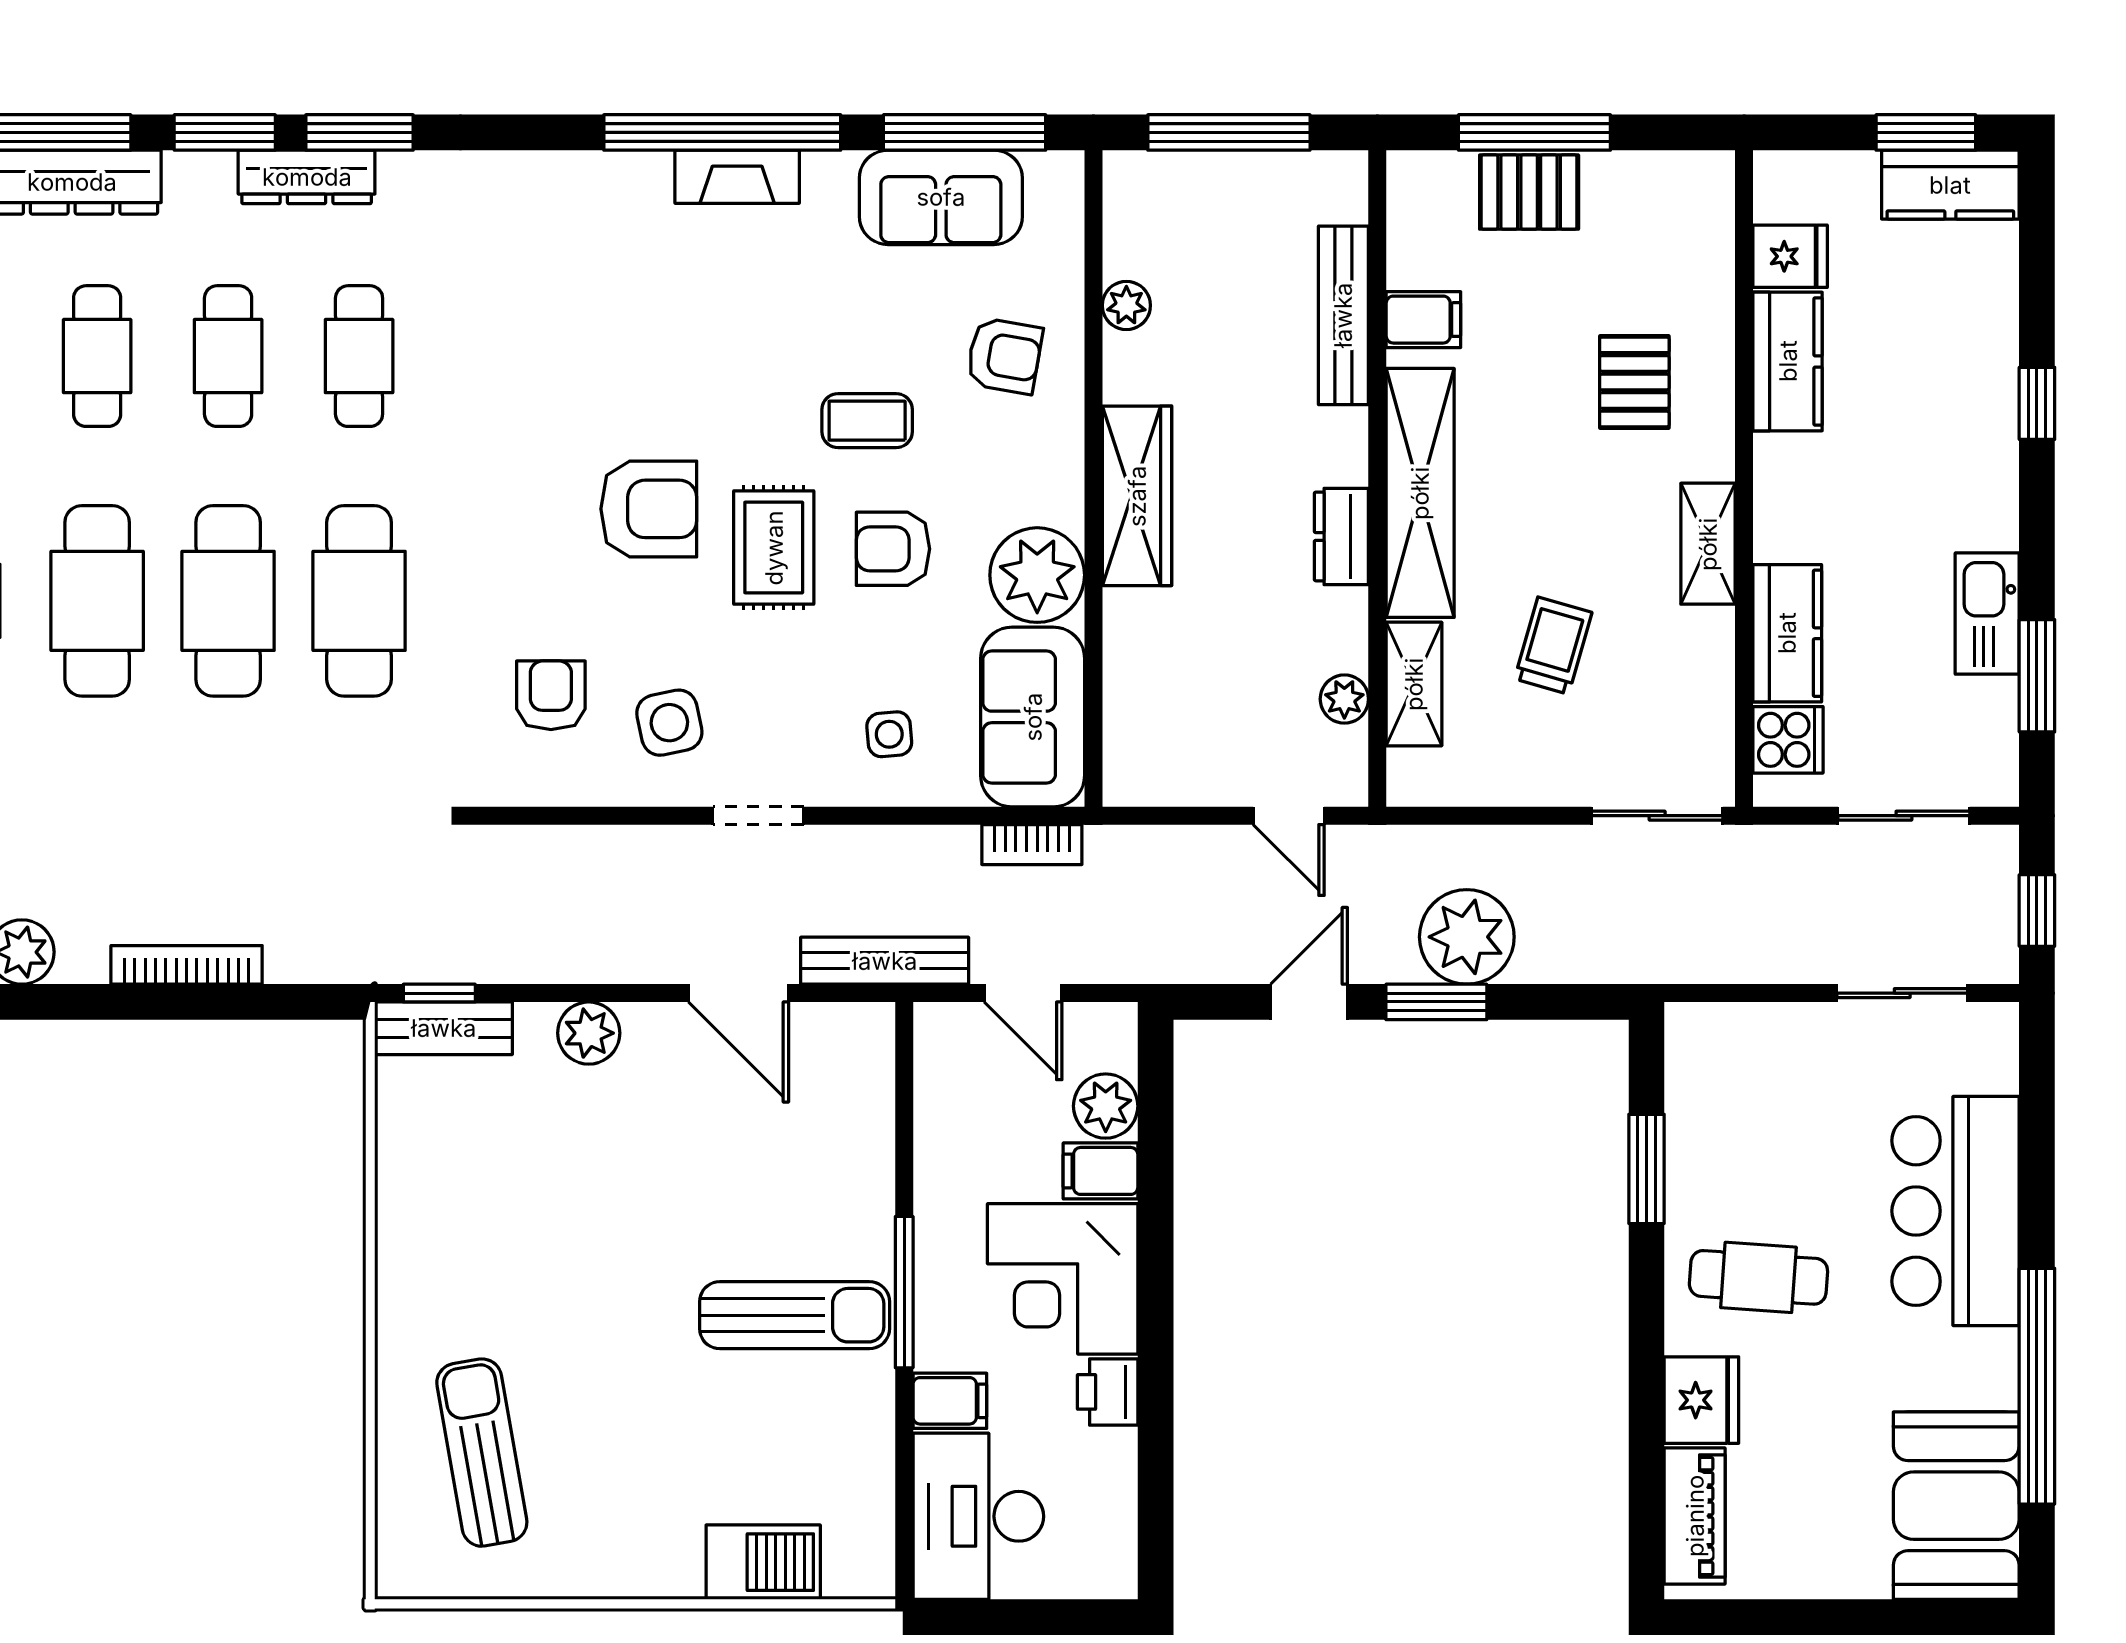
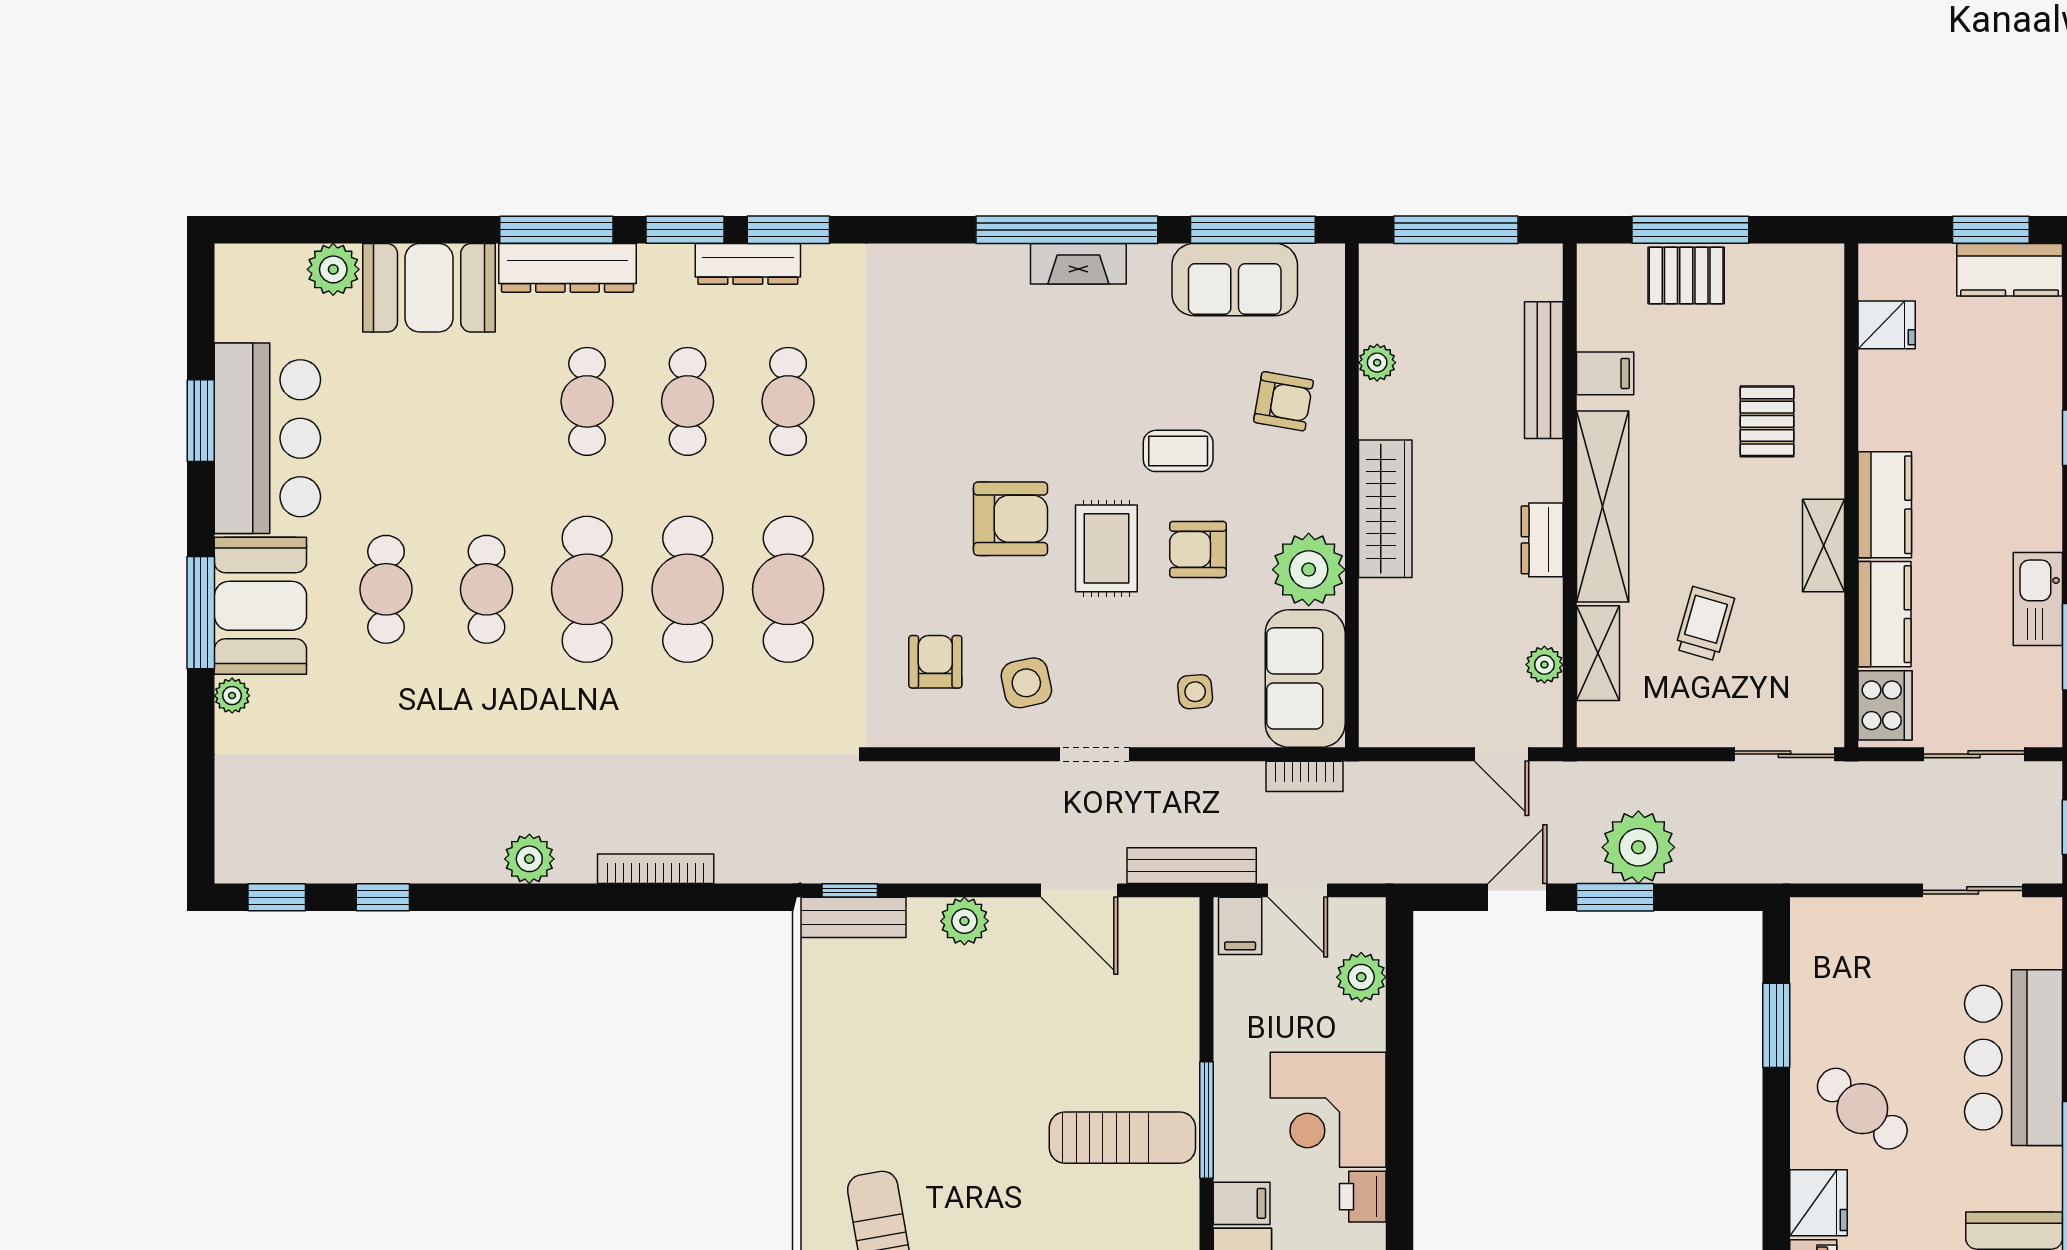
kitchen counter: (1788, 361) -> (1885, 505), moved
cooker: (1788, 740) -> (1885, 705), width x1.36
filing cabinet: (1100, 1171) -> (1240, 926), moved, turned -90
cafe table: (1758, 1277) -> (1862, 1109), turned 36

